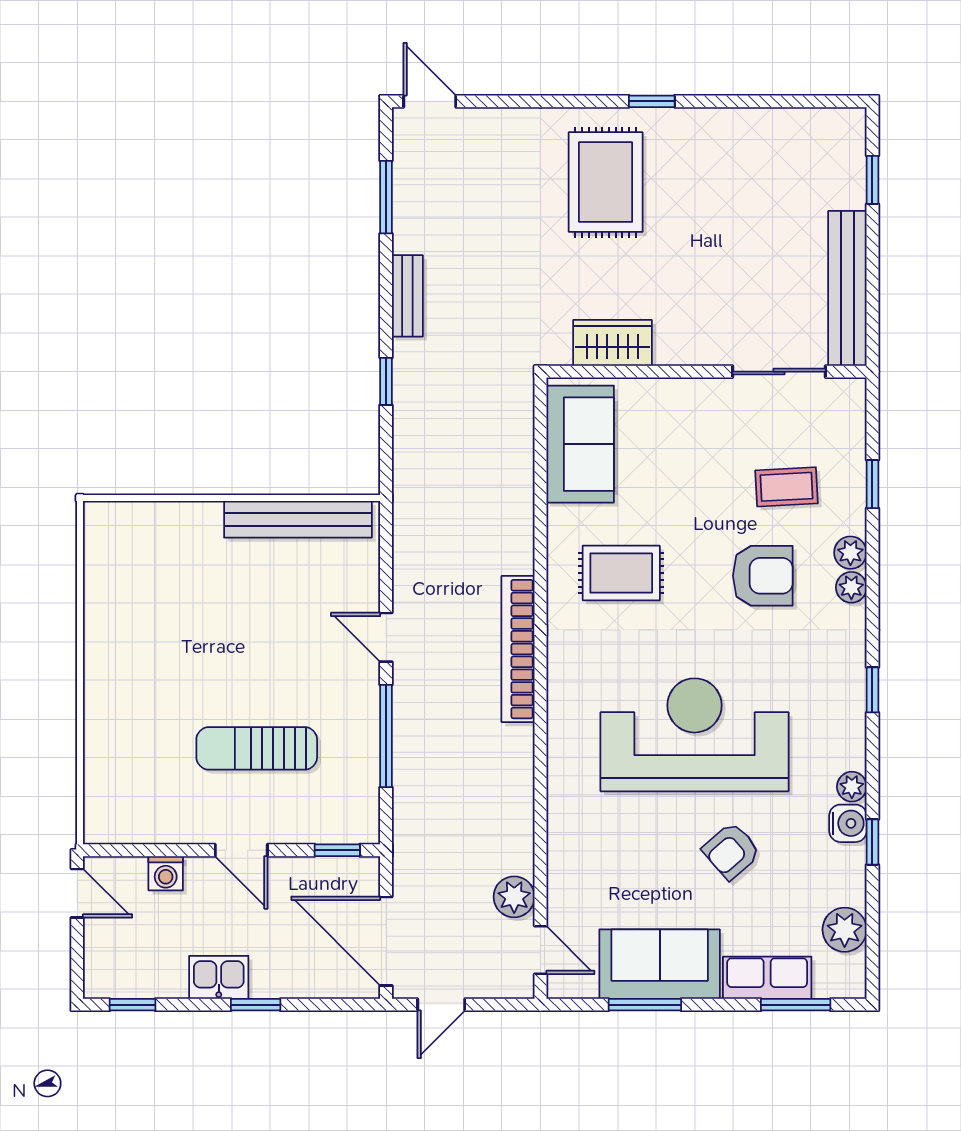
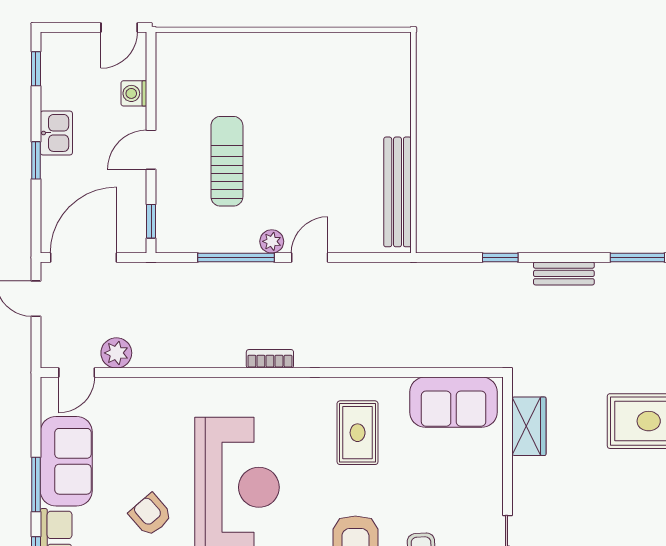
bookcase: (518, 649) -> (270, 359), width x0.43, depth x0.76
plant: (364, 688) -> (272, 241), added
window: (645, 1005) -> (36, 484), moved

